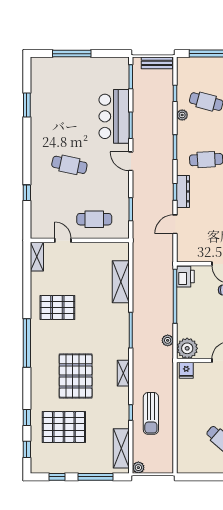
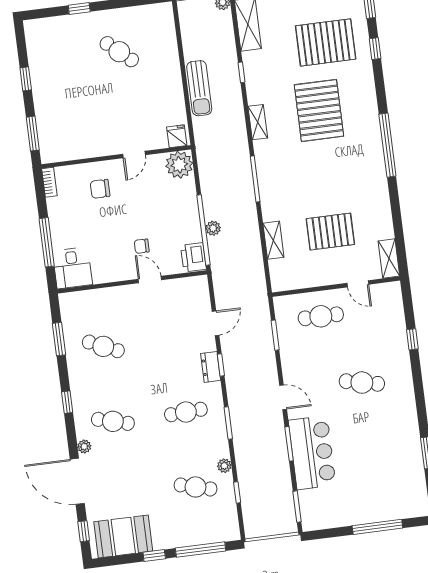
bench: (157, 63) -> (266, 529), removed
dresser: (183, 191) -> (211, 367), width x0.70
shelving: (121, 282) -> (273, 240), width x0.67, depth x0.75
pallet: (57, 307) -> (330, 232), moved
plant: (168, 340) -> (213, 228), moved
sun lounger: (151, 413) -> (199, 88), moved, turned 180

